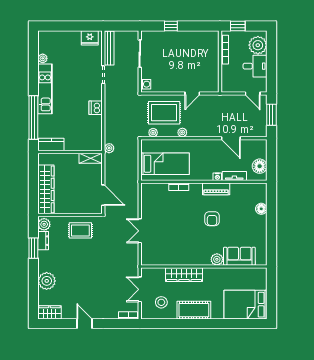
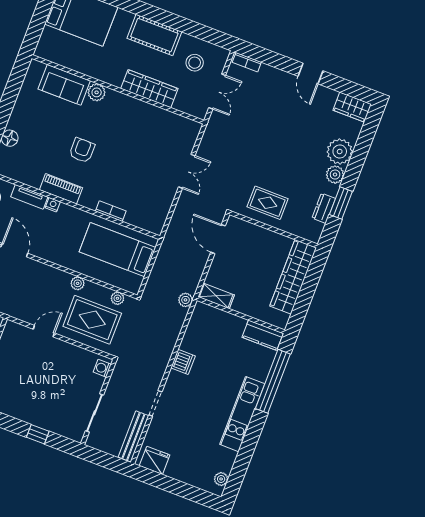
plant: (43, 58) -> (221, 479), moved
plant: (44, 224) -> (335, 175), moved

